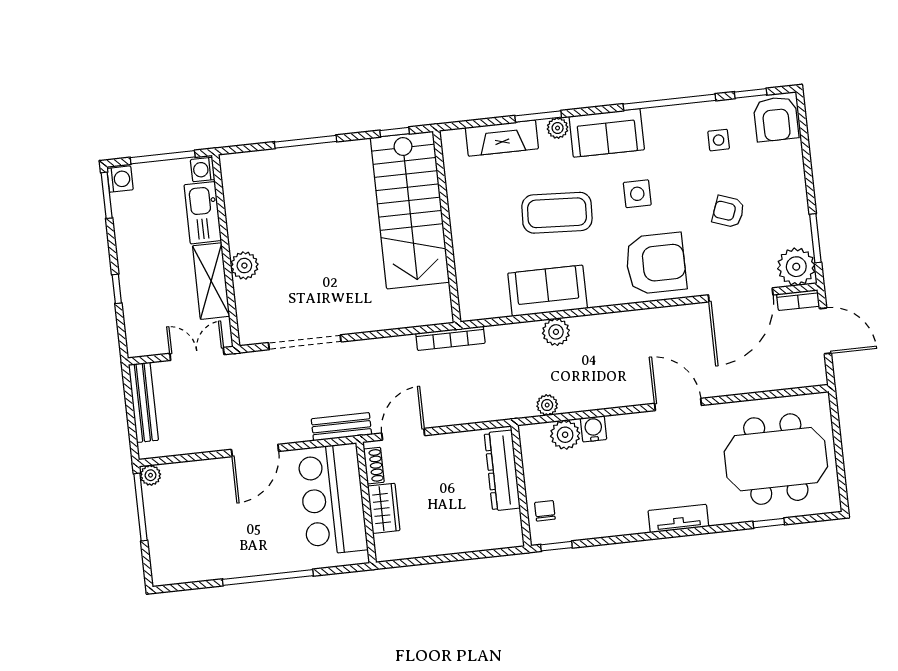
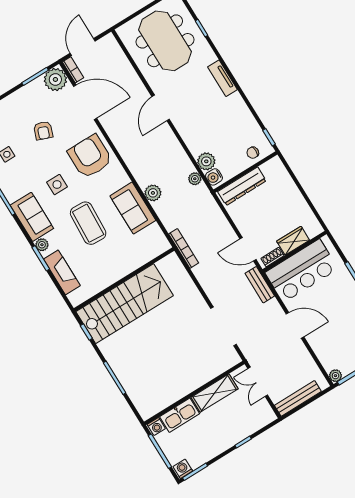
plant: (244, 266) -> (198, 379), removed
water cooler: (593, 429) -> (214, 177), moved

